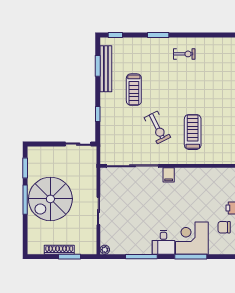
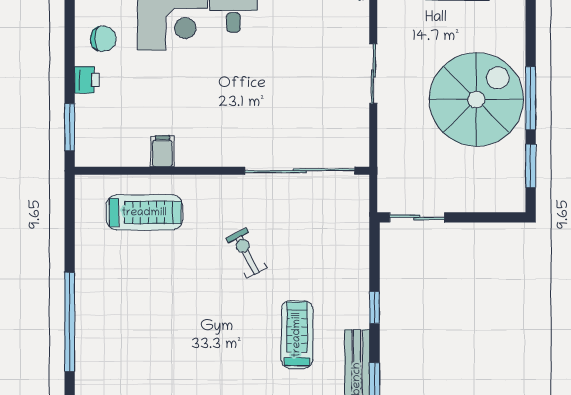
window: (98, 114) -> (374, 308), moved
exercise bike: (157, 127) -> (246, 253), width x0.73, depth x0.72
treadmill: (193, 132) -> (144, 213), moved, turned -90
filing cabinet: (169, 175) -> (162, 151), moved

